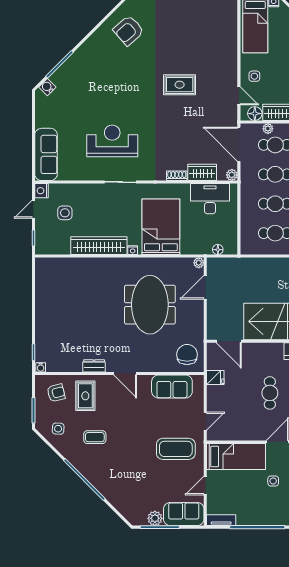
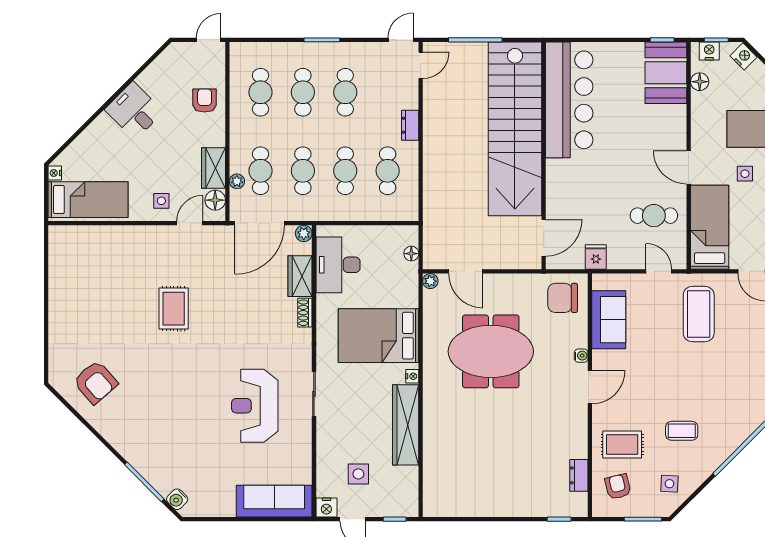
dresser: (94, 366) -> (579, 475), moved
water cooler: (41, 367) -> (581, 356), moved
cafe table: (270, 393) -> (654, 216), moved
coffee table: (95, 437) -> (682, 431), turned 90

